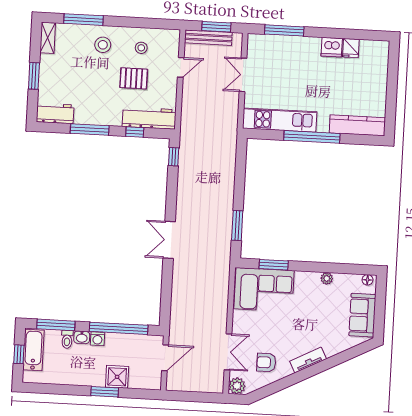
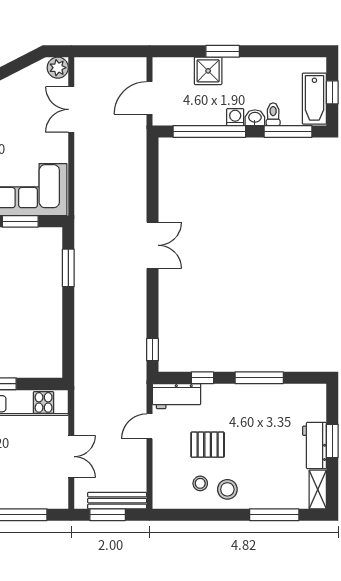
stool: (103, 45) -> (227, 489), moved
door: (181, 67) -> (149, 426), moved
workbench: (55, 113) -> (315, 445), moved, turned 90
workbench: (149, 118) -> (177, 396), width x0.73
armchair: (266, 362) -> (23, 99), removed

